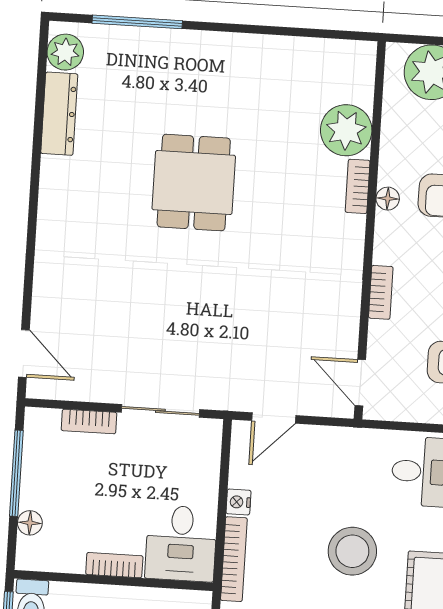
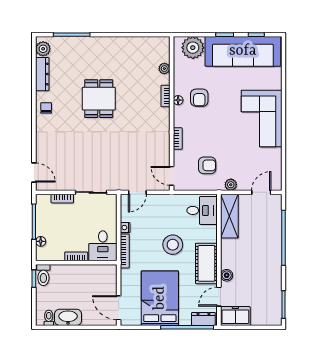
plant: (346, 130) -> (164, 69), width x0.53, depth x0.53
chair: (64, 197) -> (46, 108), added

